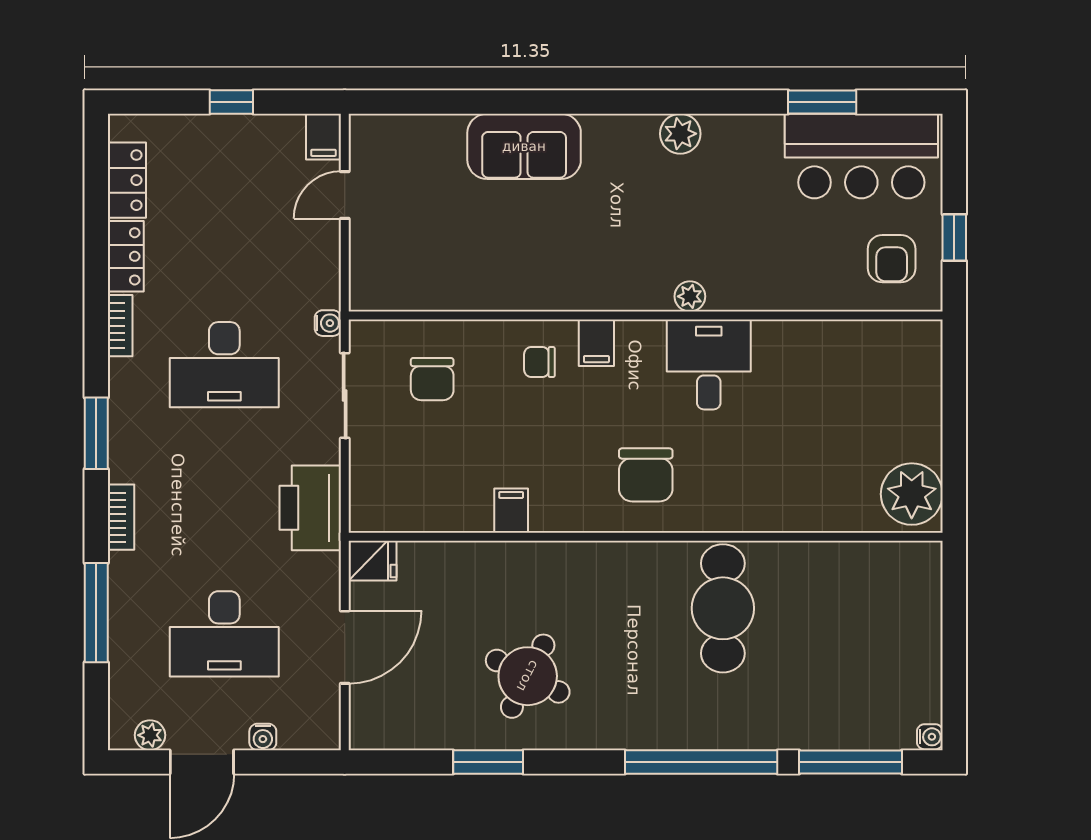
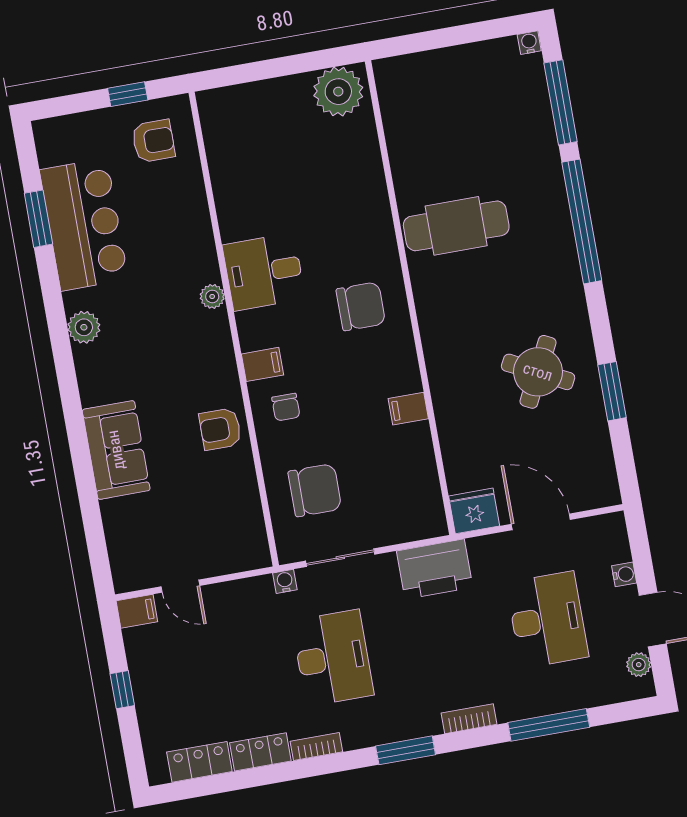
bar counter: (861, 156) -> (84, 225), moved
armchair: (527, 277) -> (220, 429), added
chair: (432, 379) -> (315, 490), width x1.37, depth x1.37
fridge: (372, 561) -> (474, 511), width x1.38

